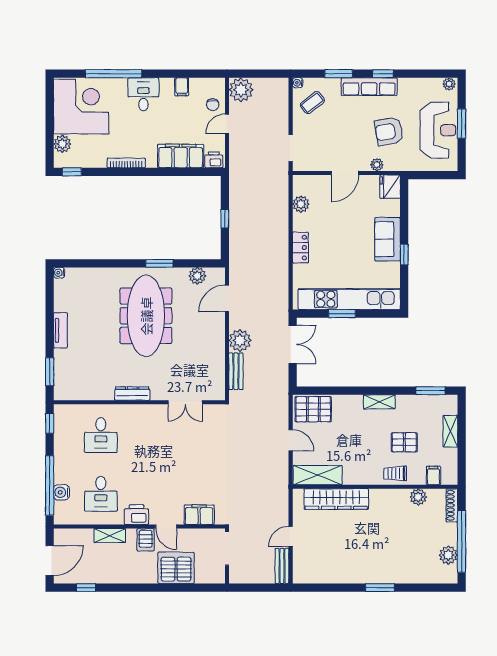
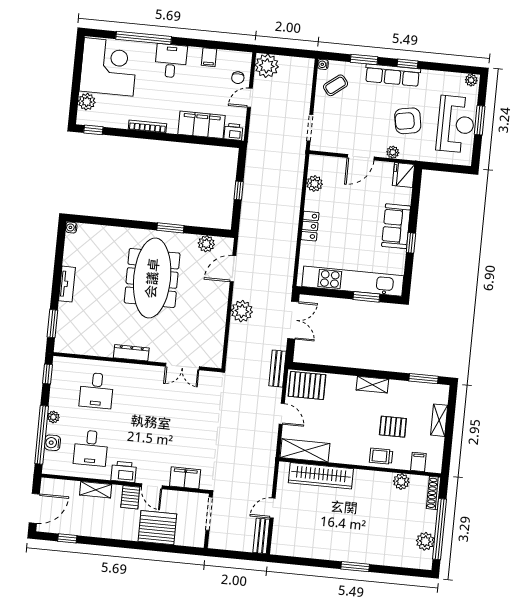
window: (342, 314) -> (366, 297), moved
bench: (236, 371) -> (277, 369), moved
plant: (60, 466) -> (53, 417), added

